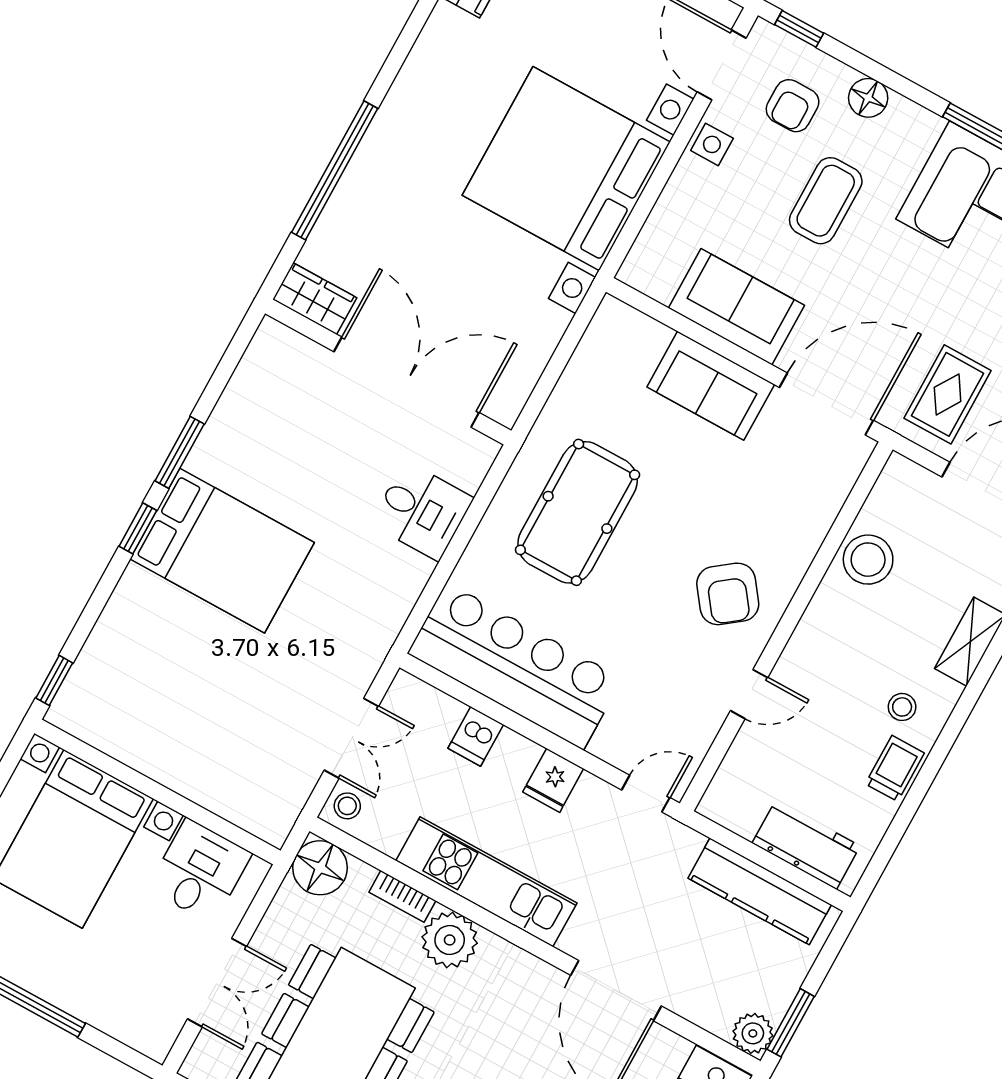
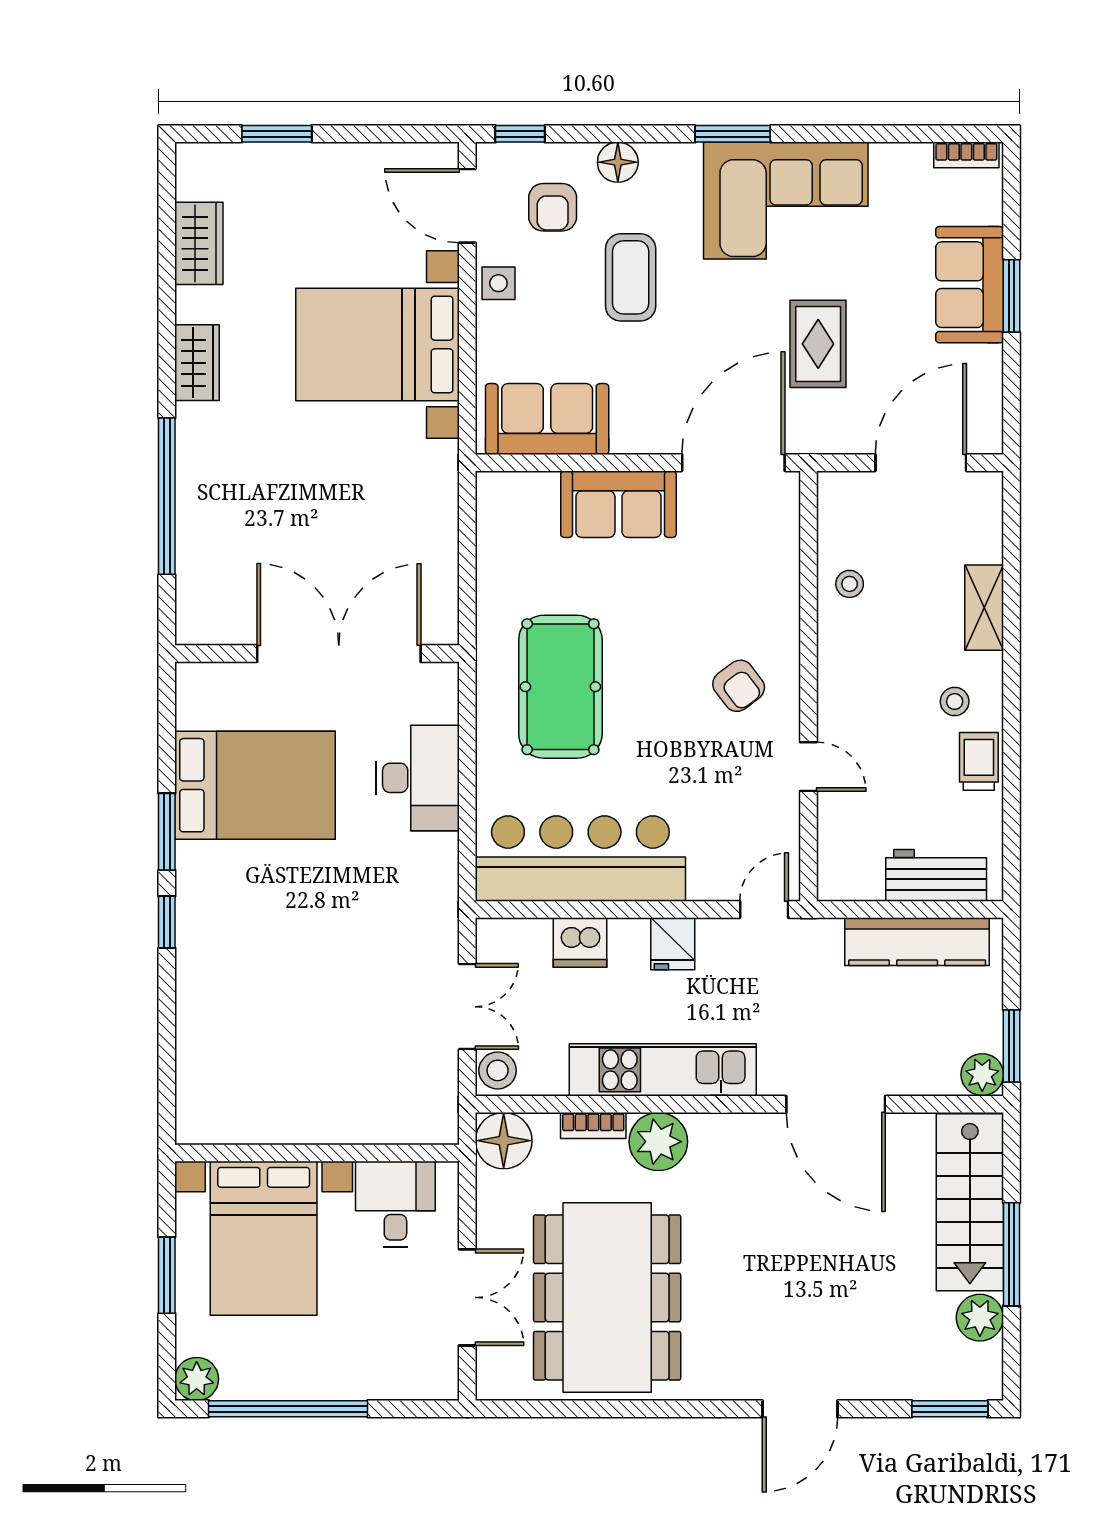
bed with nightstands: (566, 169) -> (378, 345), width x0.73
wardrobe: (315, 299) -> (197, 363), moved, turned 90
sofa: (736, 307) -> (547, 419), moved
rug: (948, 394) -> (818, 344), moved
desk: (422, 511) -> (418, 778), width x1.37
bed: (222, 551) -> (255, 785), moved
stool: (868, 560) -> (850, 584), width x0.53, depth x0.53
armchair: (728, 594) -> (739, 686), width x0.72, depth x0.72
window: (54, 680) -> (167, 1103), removed
door: (749, 694) -> (808, 767), hinge flipped
dishwasher: (476, 736) -> (580, 942), width x1.38
stool: (347, 806) -> (498, 1070), width x1.37, depth x1.37

